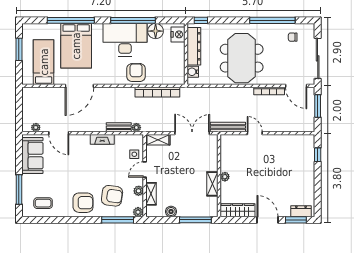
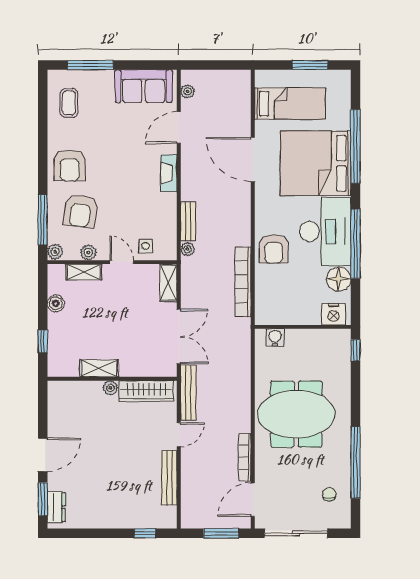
bed: (76, 46) -> (316, 163), width x1.36
dresser: (194, 46) -> (315, 339), removed
armchair: (136, 73) -> (274, 249), turned 90
fireplace: (102, 139) -> (169, 173), moved
bench: (282, 139) -> (169, 478), added
wardrobe: (238, 210) -> (146, 391), moved, turned 90
window: (195, 220) -> (43, 342), width x0.46

